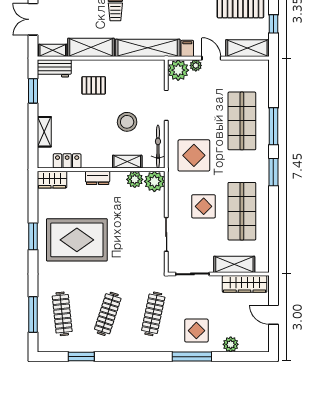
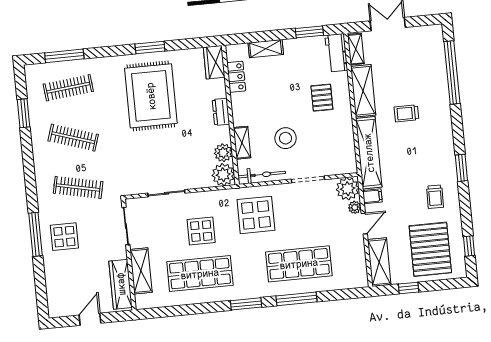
plant: (231, 344) -> (53, 276), removed

